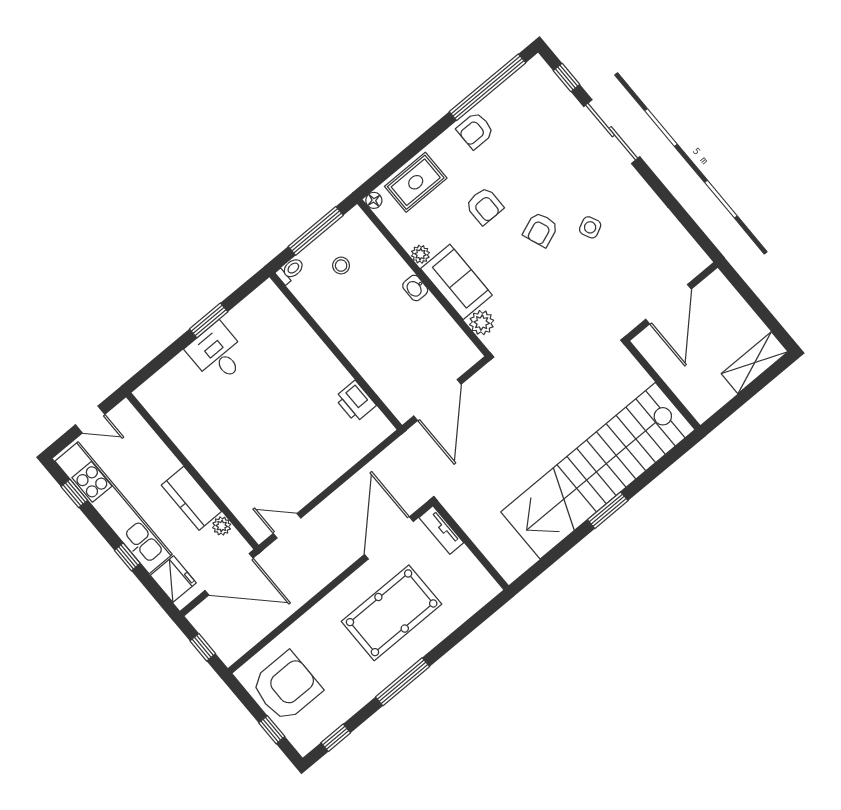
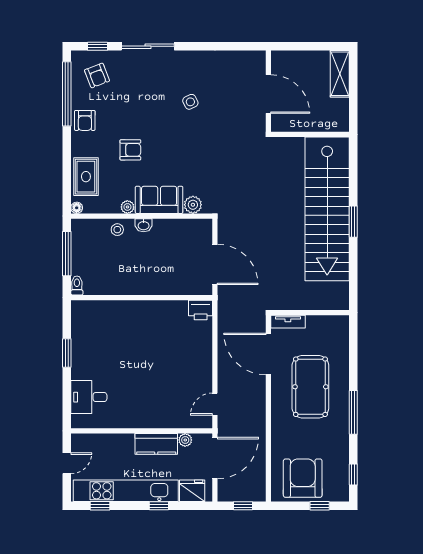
armchair: (541, 230) -> (97, 75), moved
stool: (341, 266) -> (117, 230), moved
desk: (217, 353) -> (89, 397), moved
printer: (355, 402) -> (201, 310), moved

